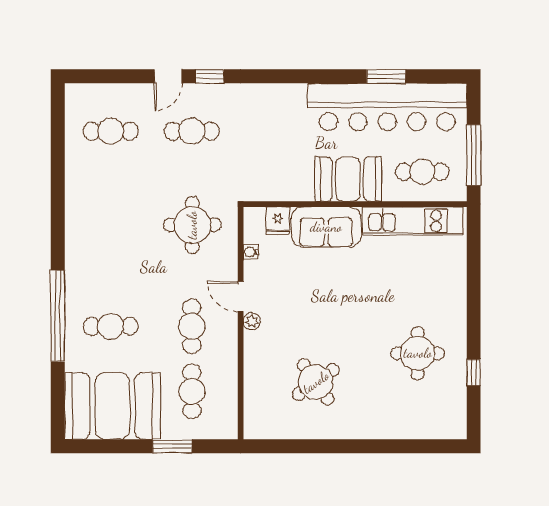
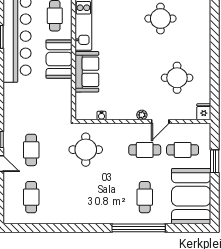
fridge: (278, 221) -> (204, 112), moved, turned -90
door: (241, 297) -> (160, 122), moved
round table: (316, 382) -> (177, 78), turned 35

